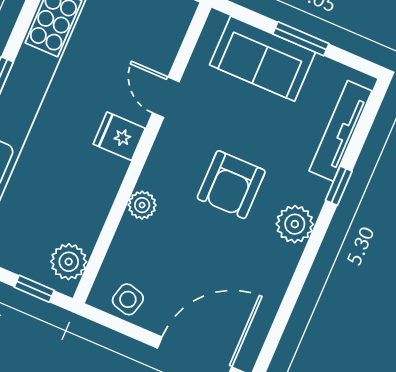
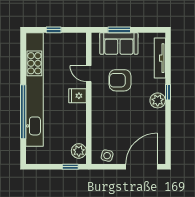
window: (301, 39) -> (119, 30), moved
armchair: (231, 185) -> (120, 80), moved, turned 90
window: (339, 186) -> (168, 92), moved
plant: (142, 205) -> (97, 118), removed

